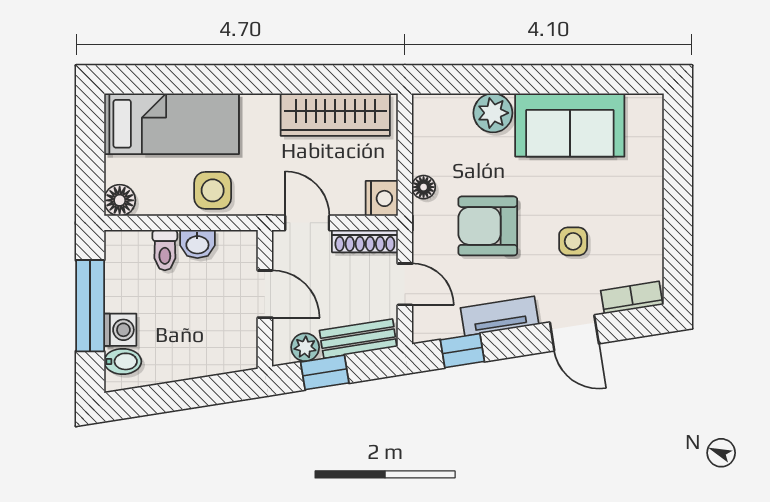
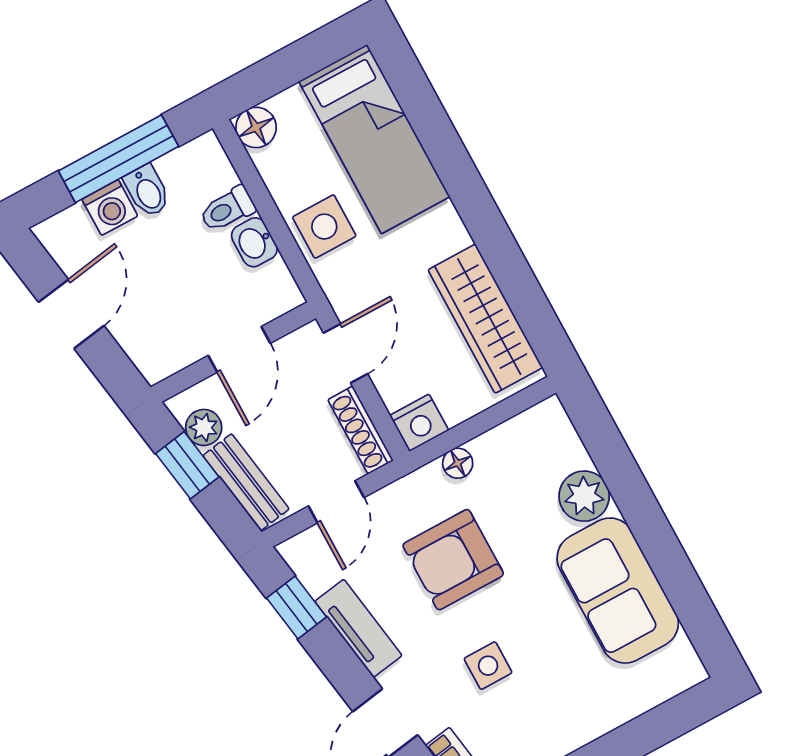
armchair: (488, 226) -> (453, 560), turned -90
bidet: (123, 361) -> (147, 191), moved
door: (179, 396) -> (71, 314), added

